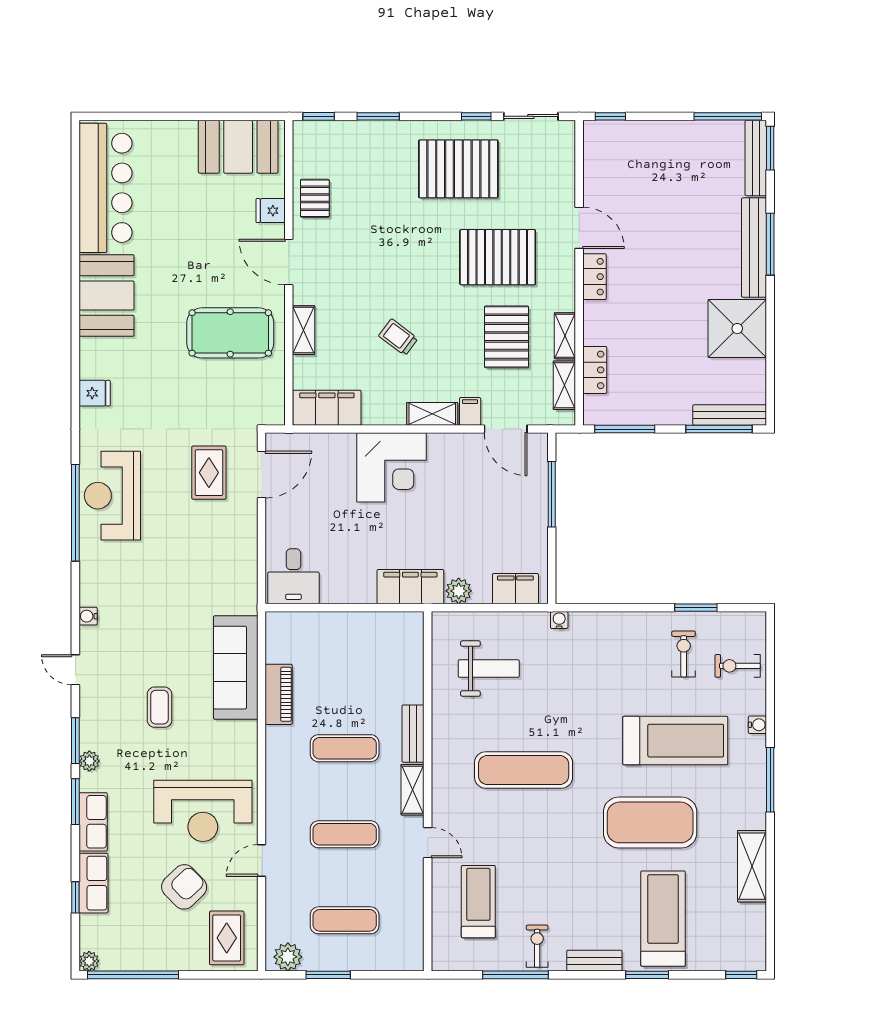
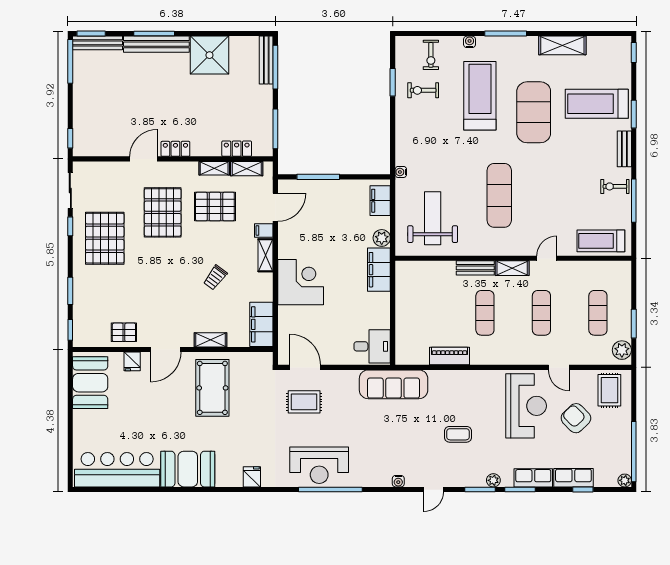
sofa: (236, 668) -> (394, 384), moved
weight bench: (489, 669) -> (433, 218), width x1.36, depth x1.33
treadmill: (478, 902) -> (601, 241), moved
rug: (227, 938) -> (609, 390), turned 90

